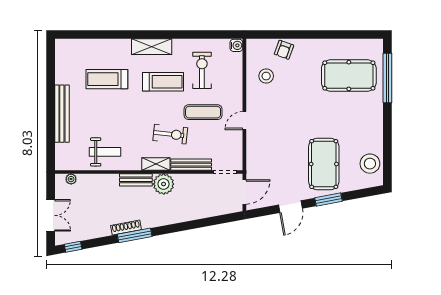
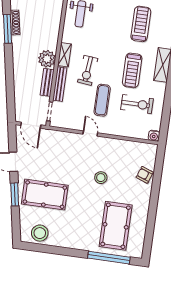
stool: (266, 76) -> (101, 178), moved
bench: (136, 180) -> (47, 82), moved

